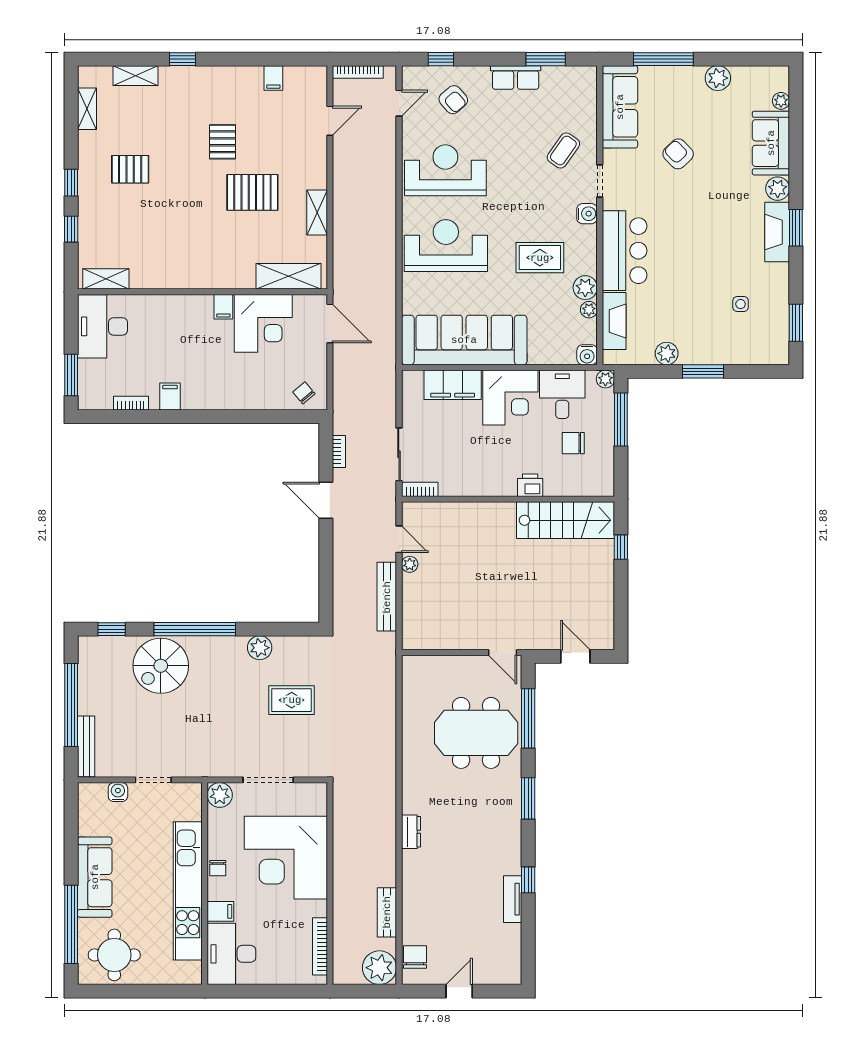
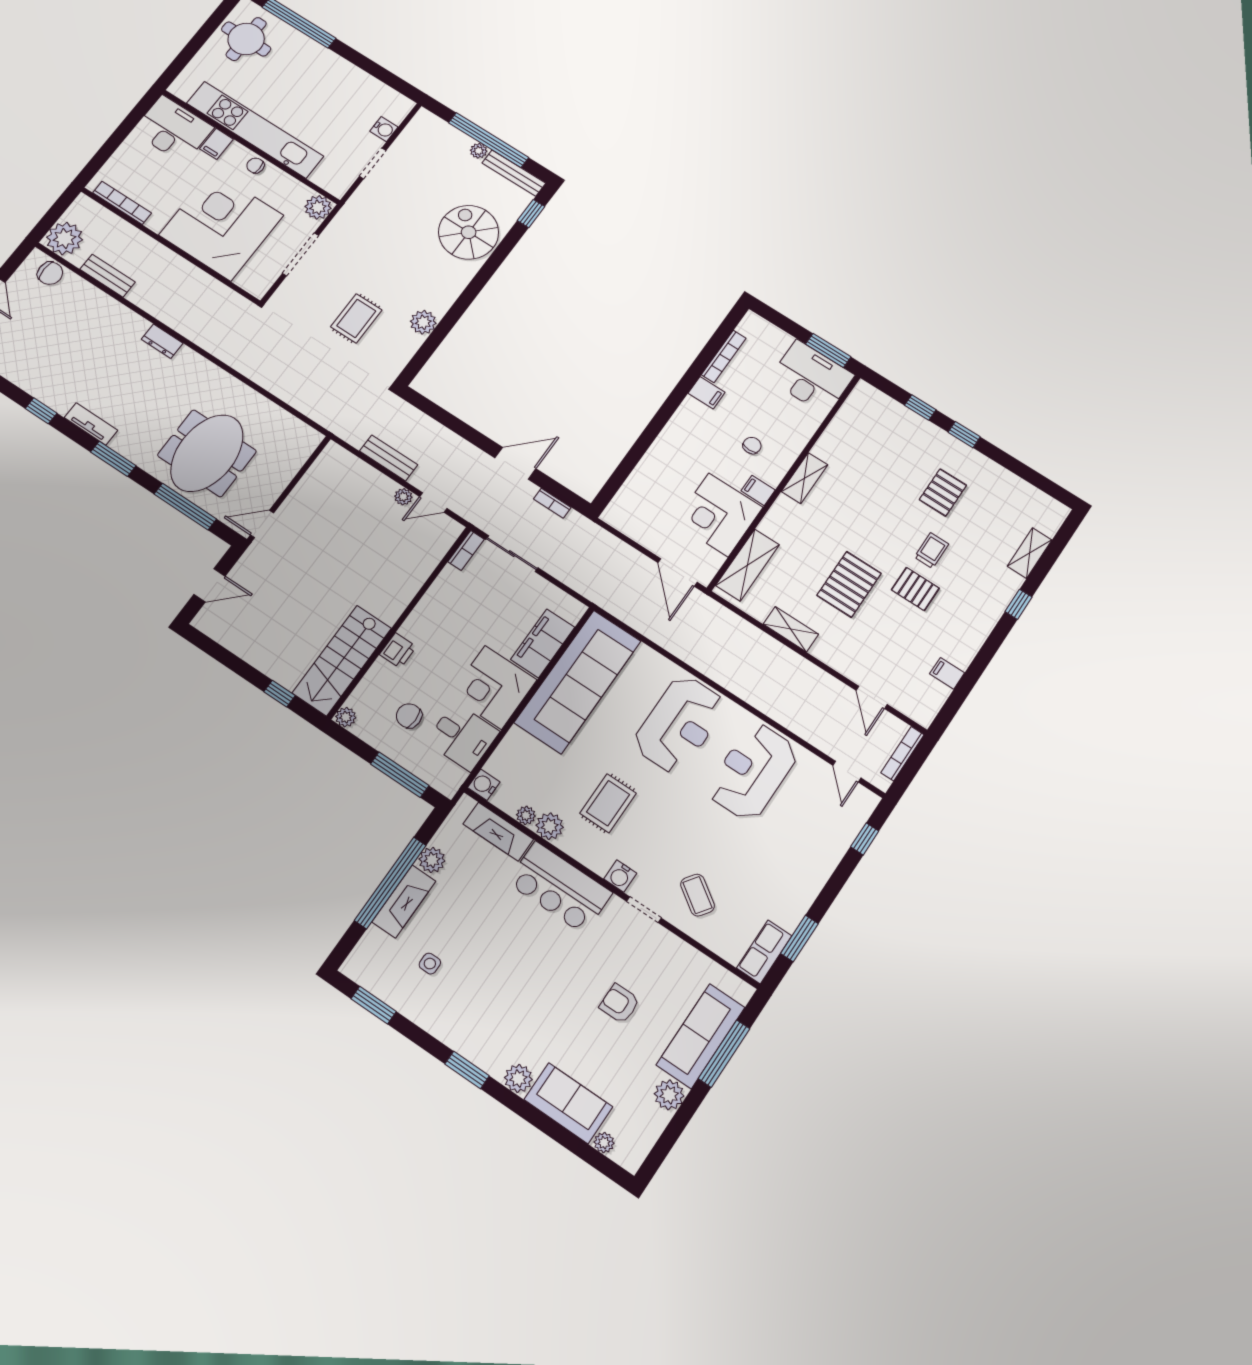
row of seats: (516, 77) -> (764, 952), moved
armchair: (453, 100) -> (817, 824), removed
sofa: (620, 107) -> (701, 1036), moved, turned 90
shelving: (87, 109) -> (1025, 492), removed
trolley: (183, 149) -> (931, 551), added
armchair: (678, 154) -> (620, 1004), turned -136
reception desk: (445, 170) -> (753, 772), turned 180
fireplace: (777, 232) -> (404, 901), moved, turned 90
shelving: (106, 279) -> (804, 478), moved
door: (330, 324) -> (677, 572), hinge flipped
window: (703, 371) -> (390, 883), width x2.11
window: (71, 375) -> (828, 350), moved
plant: (605, 379) -> (346, 717), moved
chair: (304, 393) -> (752, 445), moved, turned -50
bookcase: (131, 403) -> (724, 356), width x1.56
chair: (573, 443) -> (409, 716), turned -90
bench: (387, 597) -> (389, 458), width x0.73
window: (195, 629) -> (480, 280), removed
plant: (86, 706) -> (479, 151), added
bench: (86, 746) -> (514, 173), moved
sofa: (95, 877) -> (325, 66), removed
tv unit: (513, 899) -> (91, 424), moved

